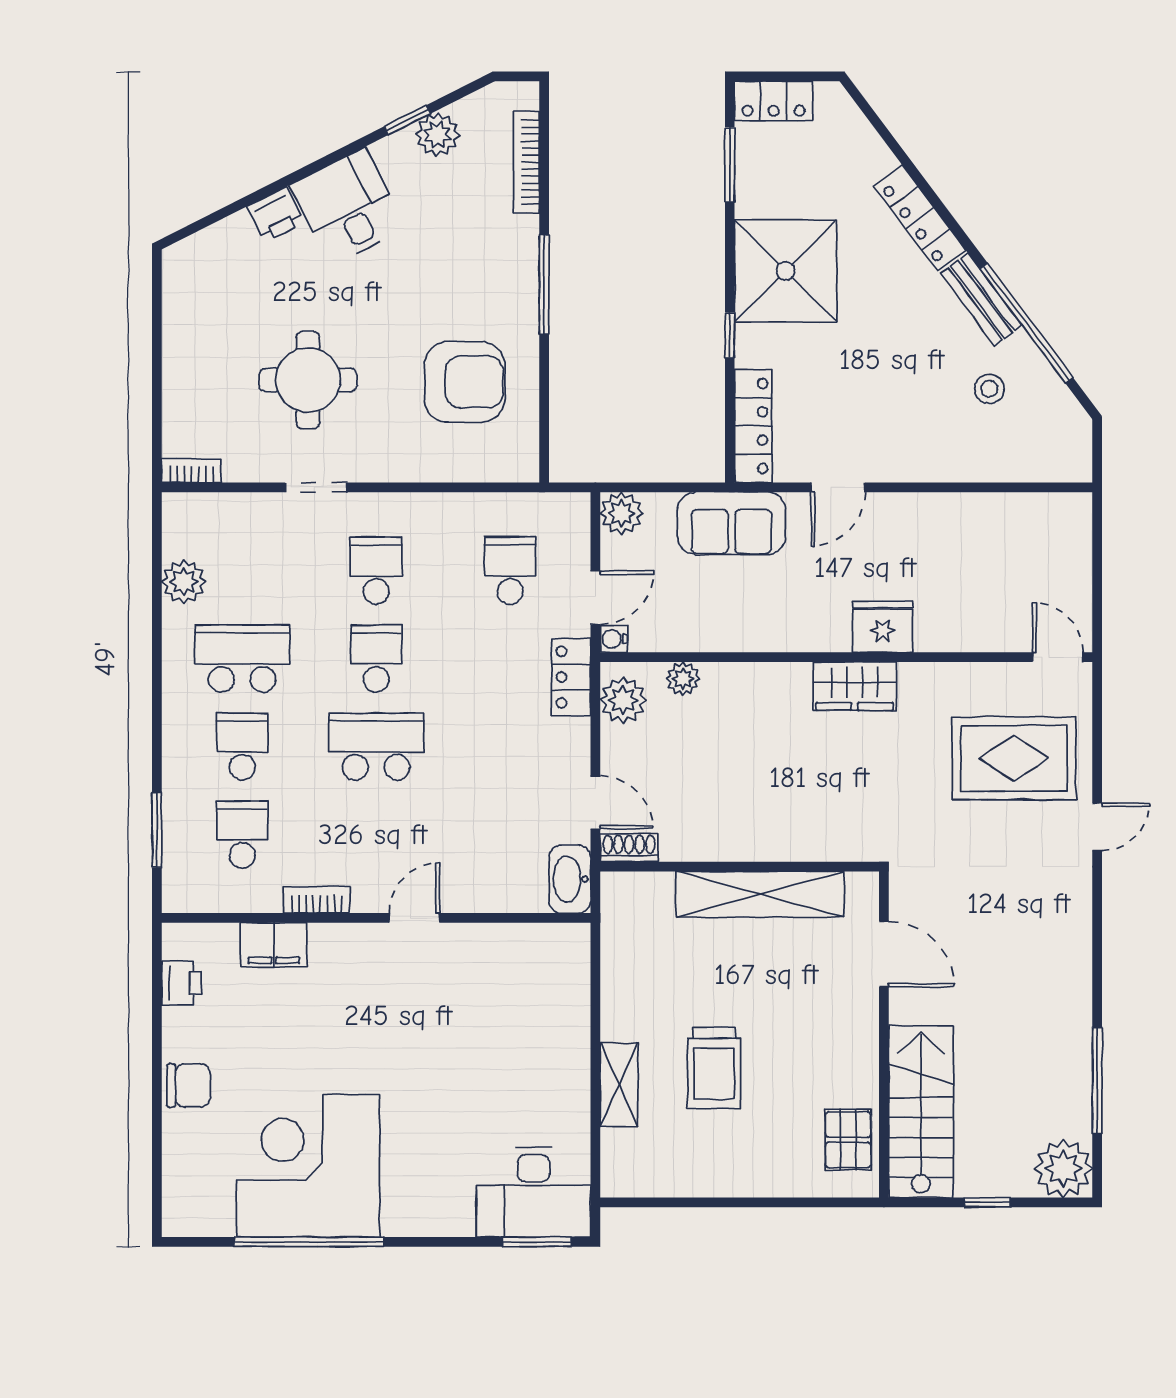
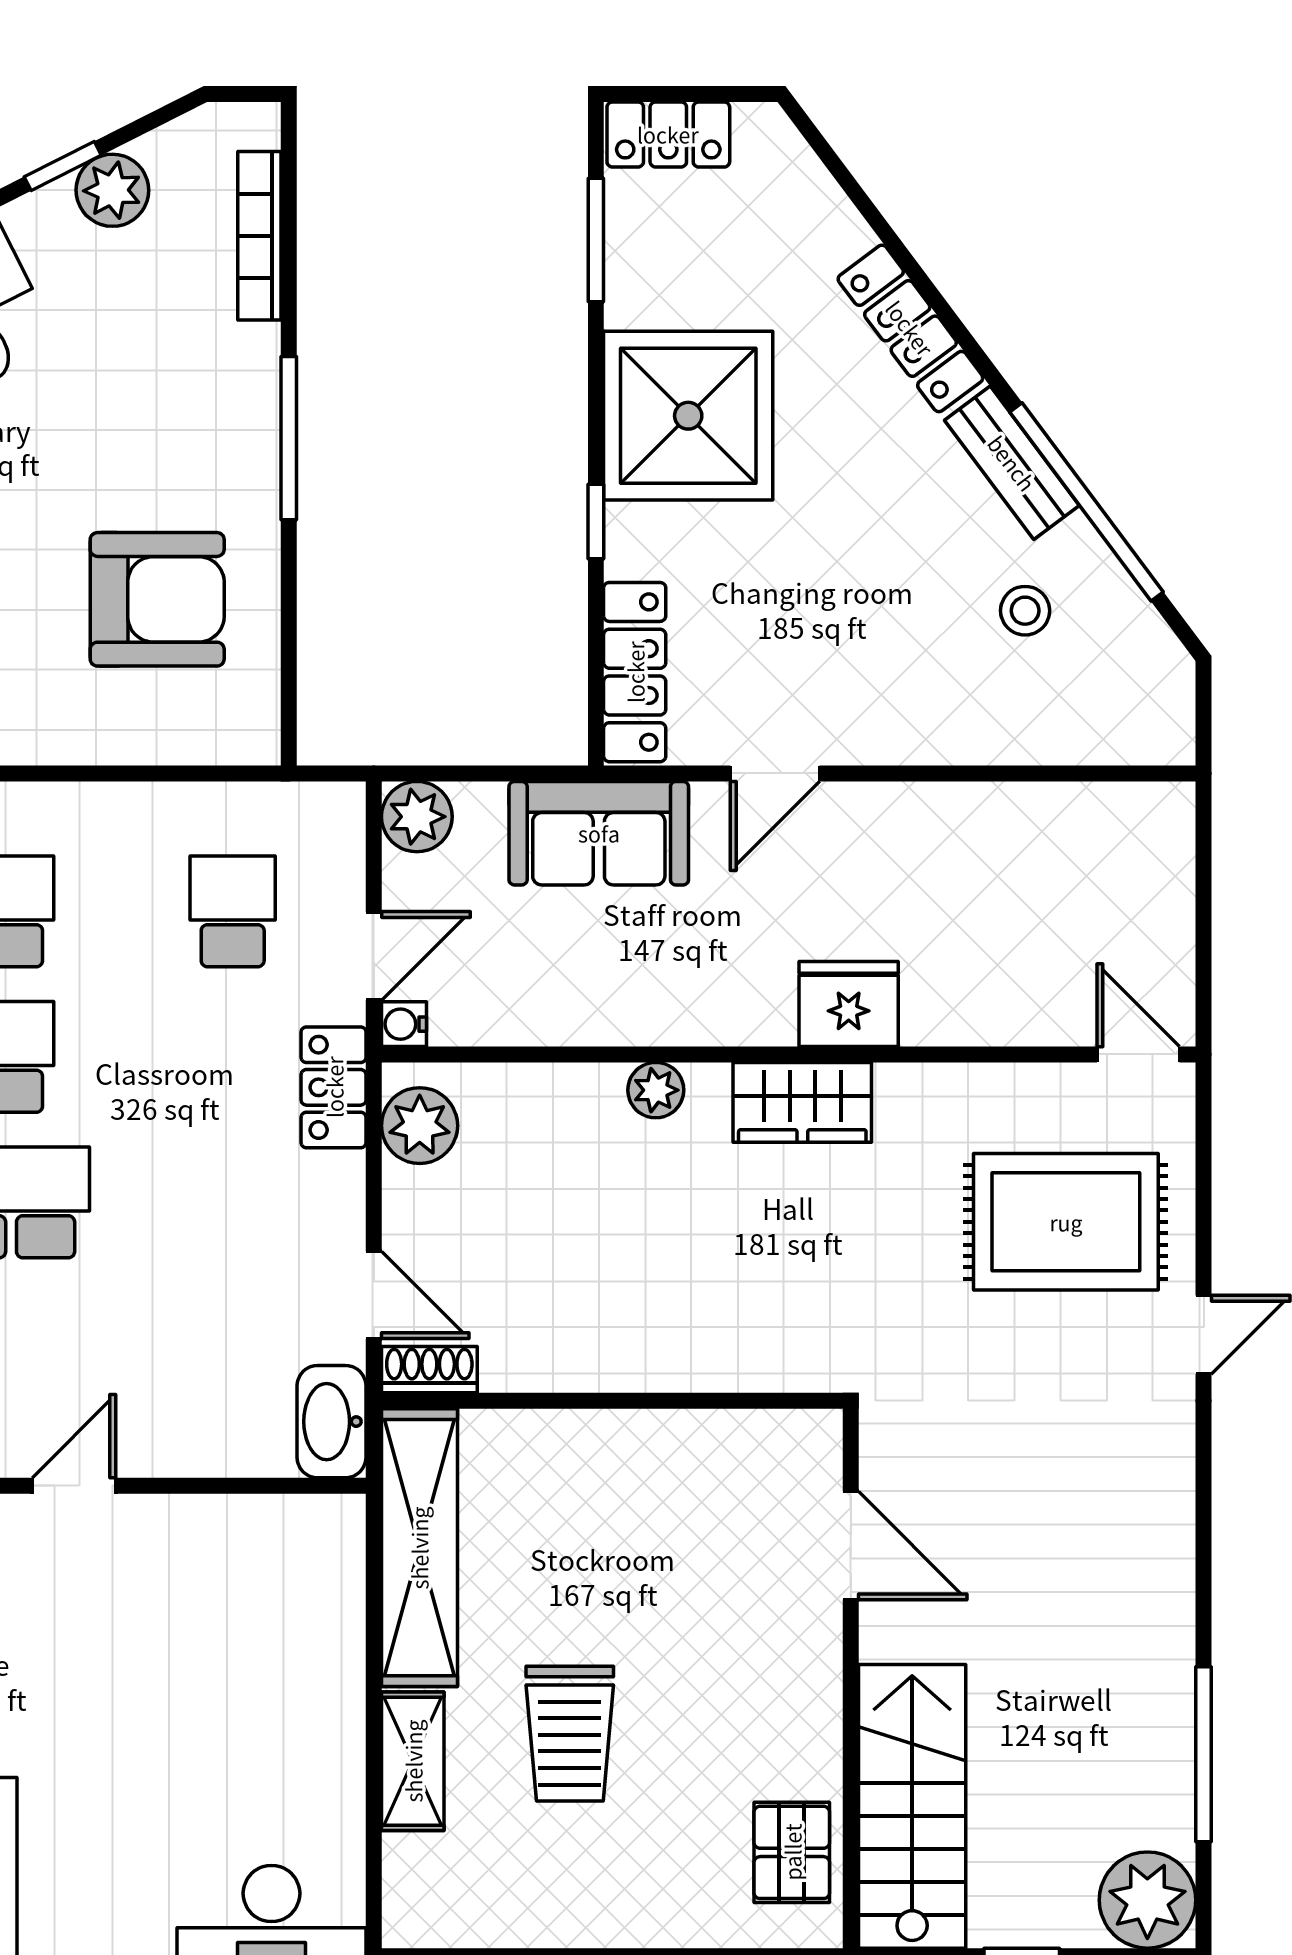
plant: (683, 679) -> (656, 1090), moved
shelving: (760, 894) -> (419, 1548), moved, turned 90

